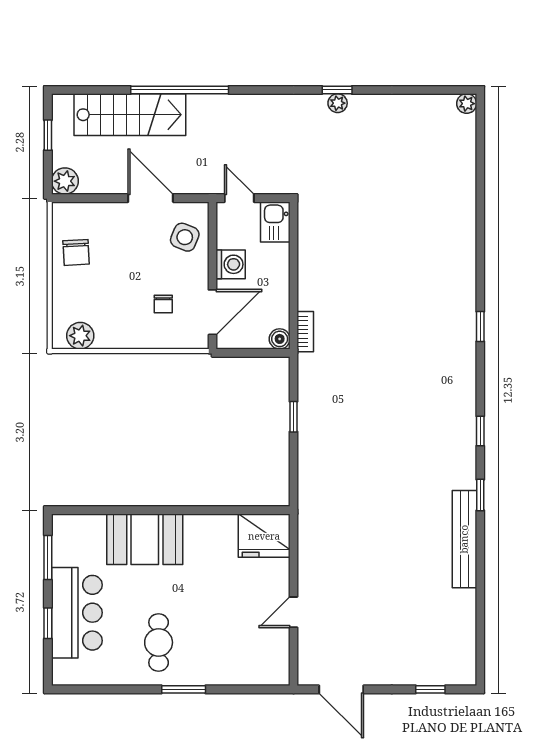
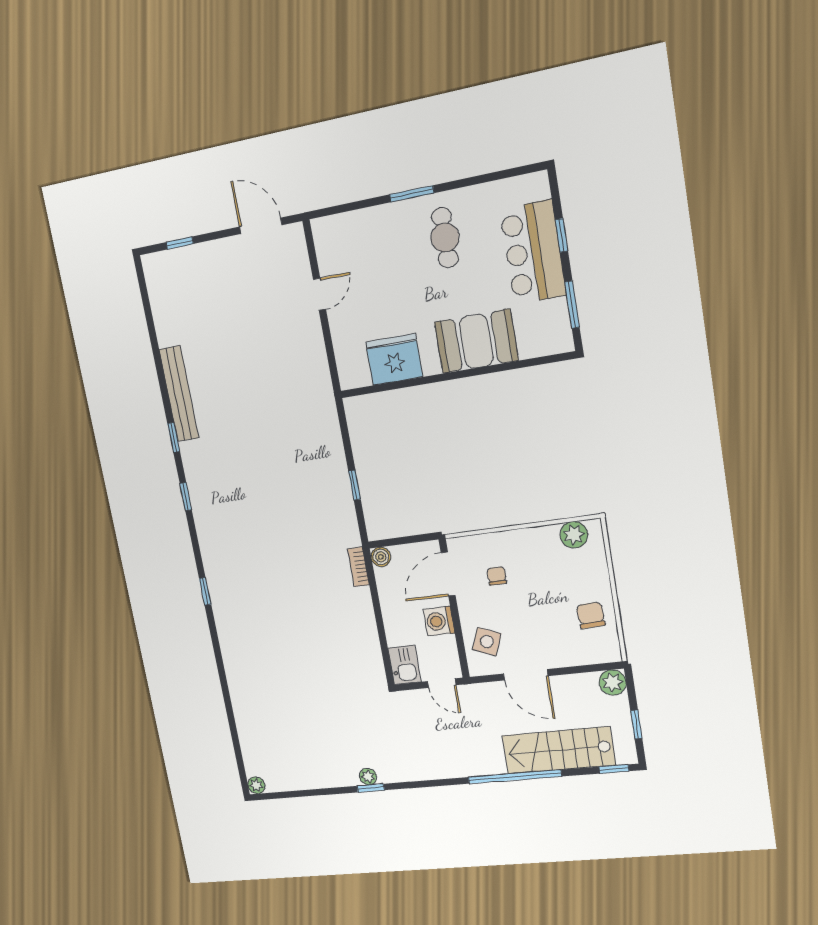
window: (77, 90) -> (614, 769), added
fridge: (264, 536) -> (394, 359), moved

